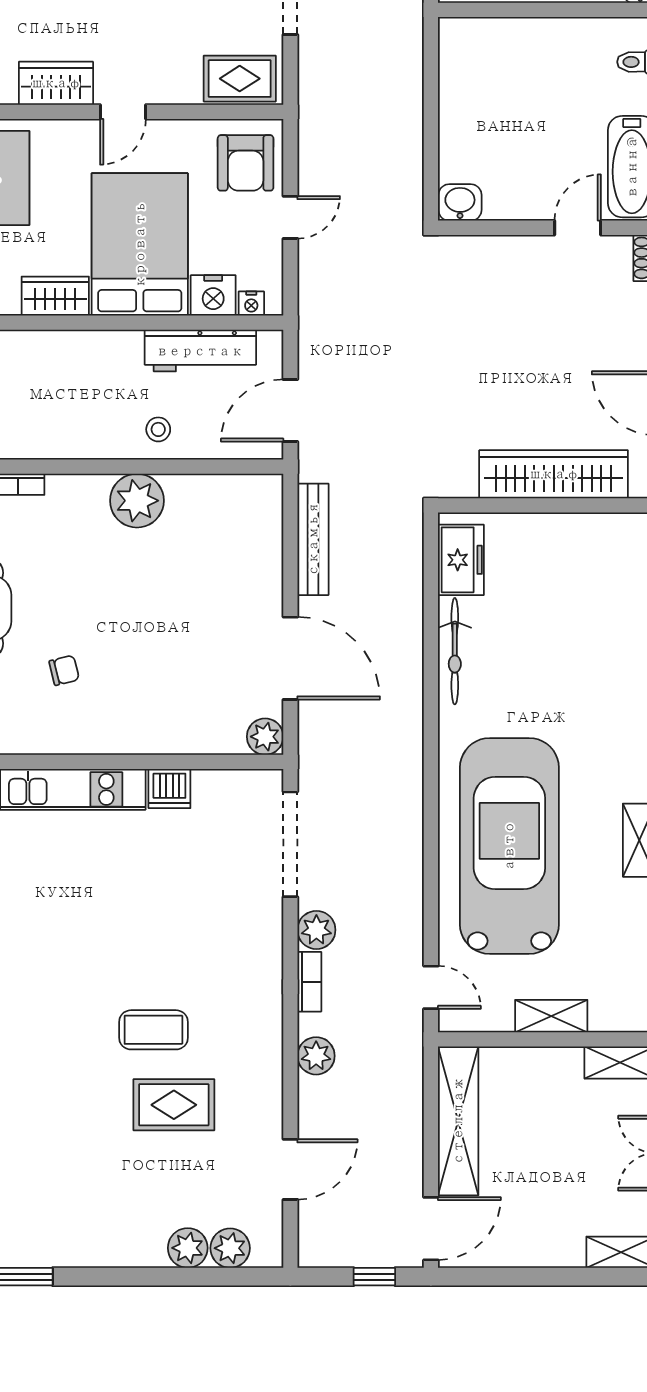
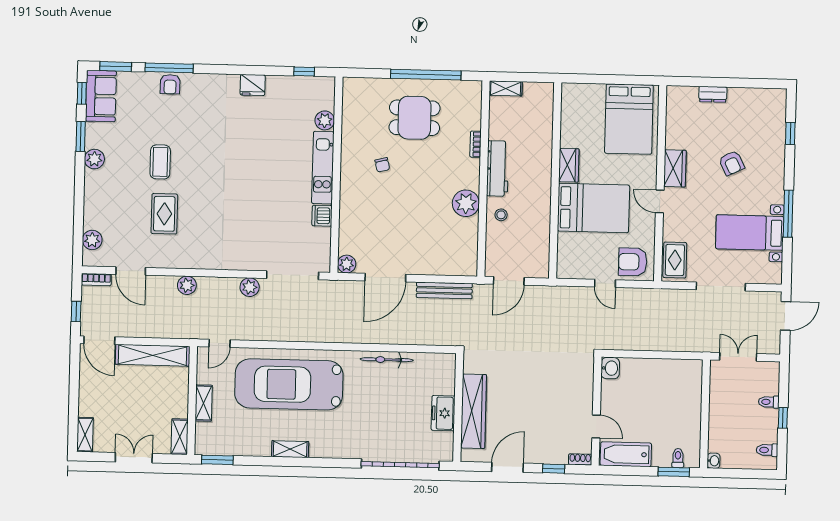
nightstand: (213, 295) -> (567, 244), removed
nightstand: (251, 304) -> (563, 263), removed
workbench: (200, 351) -> (498, 168), moved, turned 180
door: (290, 410) -> (509, 281), swing flipped
freezer: (461, 560) -> (443, 413), moved, turned 90
car: (509, 846) -> (289, 384), turned 180
bookcase: (309, 982) -> (96, 280), moved
coffee table: (153, 1030) -> (160, 162), moved
plant: (188, 1248) -> (94, 159), moved

